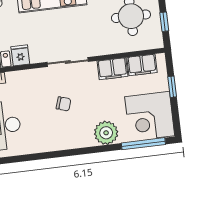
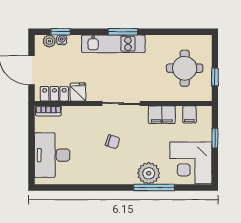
filing cabinet: (142, 65) -> (189, 114), width x0.50
window: (143, 144) -> (154, 187), moved

